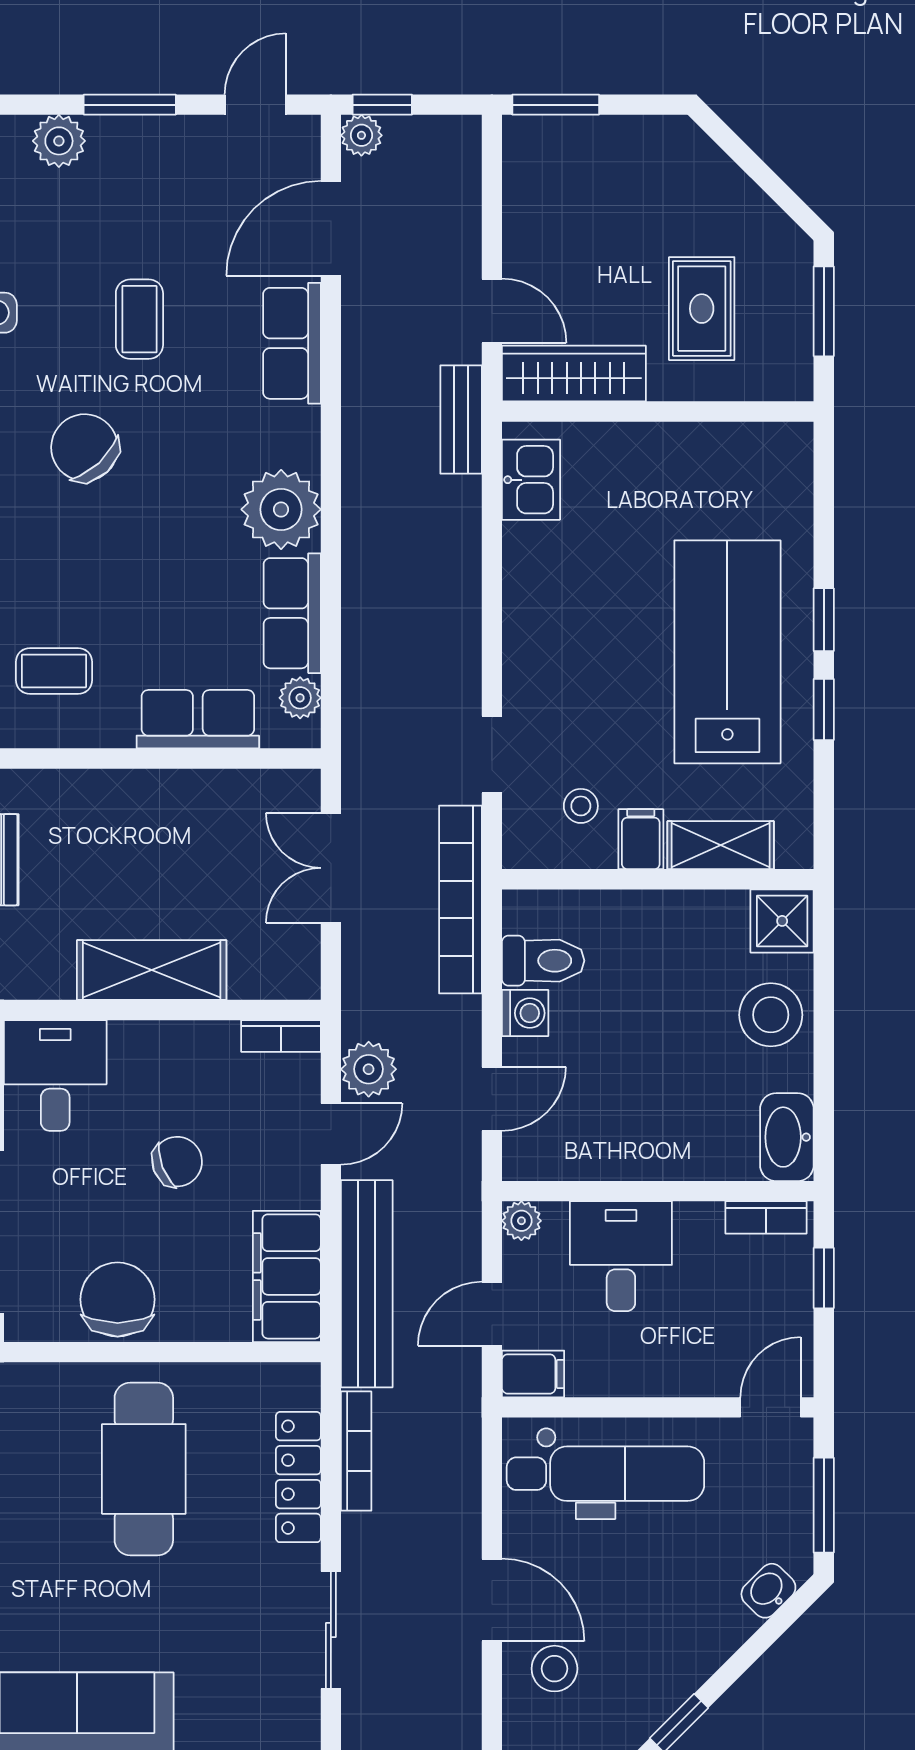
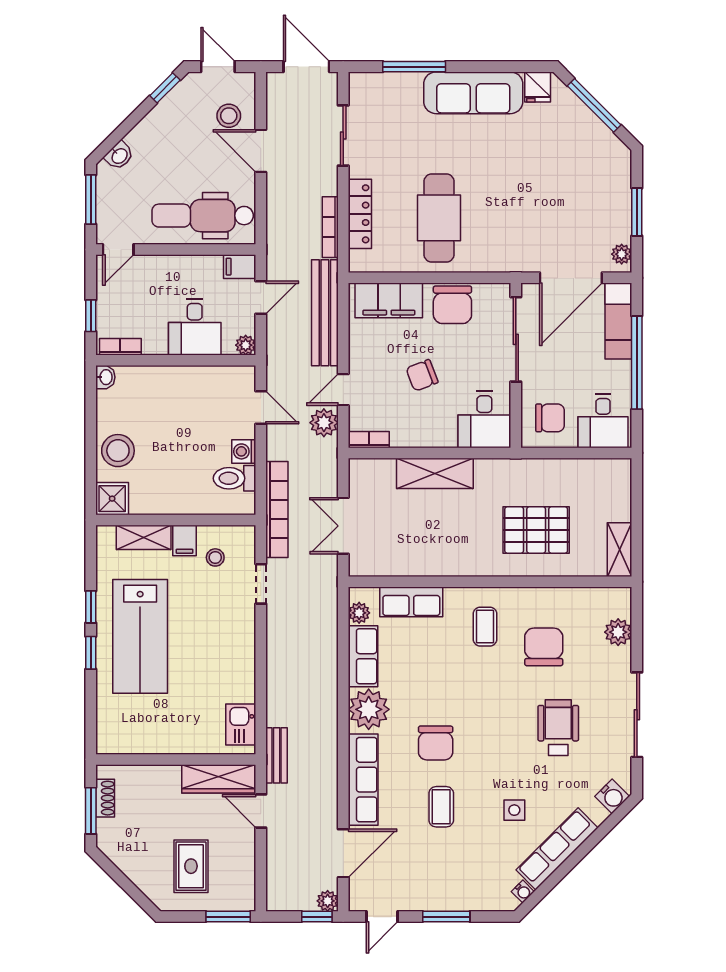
plant: (59, 141) -> (482, 898), removed
rug: (702, 309) -> (191, 866), moved
shoe rack: (796, 336) -> (105, 798), added
row of seats: (292, 343) -> (363, 780), width x1.48
chair: (85, 448) -> (436, 743), moved, turned 43
coffee table: (54, 671) -> (485, 627), turned 90
double door: (331, 868) -> (343, 526), swing flipped
door: (492, 1099) -> (261, 407), swing flipped
washbasin: (787, 1137) -> (105, 377), width x0.52, depth x0.69
filing cabinet: (287, 1276) -> (389, 300), moved, turned 90

